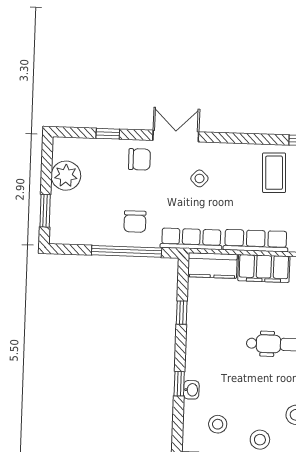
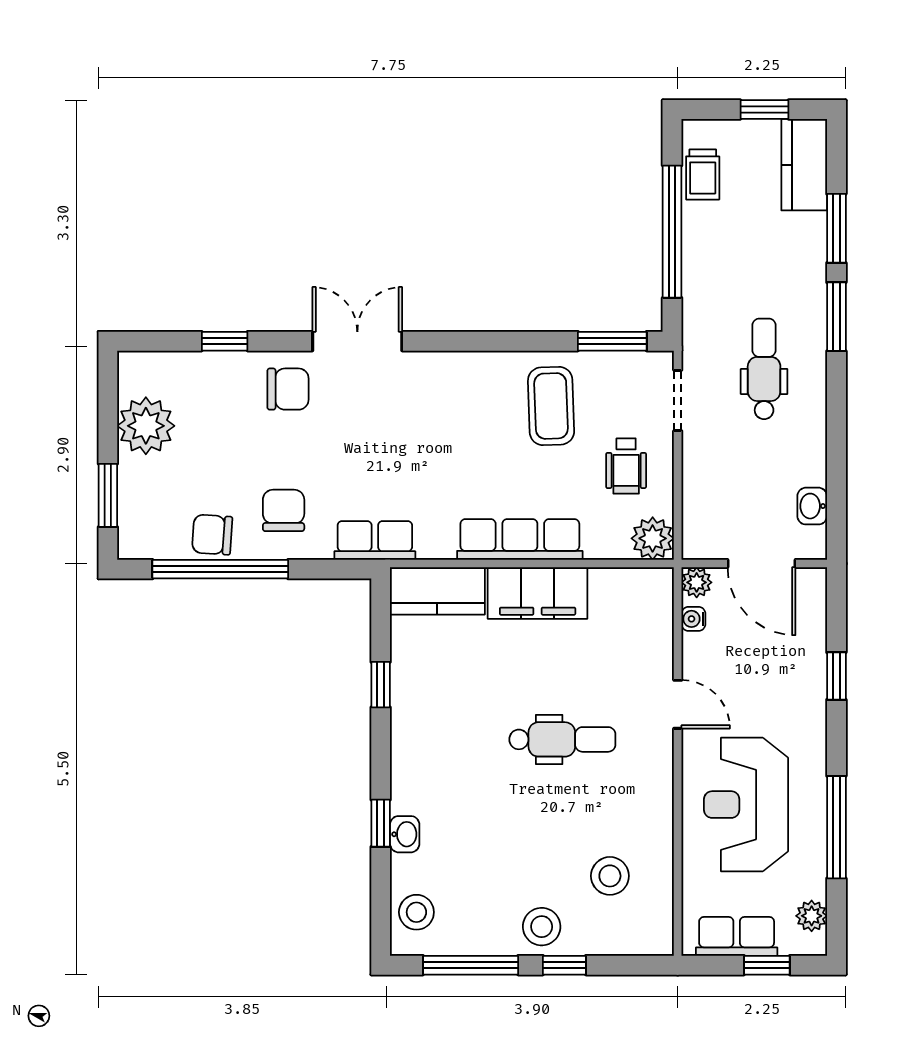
side table: (199, 178) -> (406, 422), removed
chair: (135, 222) -> (284, 510), turned 180
chair: (98, 233) -> (212, 535), added
row of seats: (191, 239) -> (375, 540), width x0.68
window: (127, 251) -> (220, 569), moved
stool: (218, 424) -> (416, 912), moved

